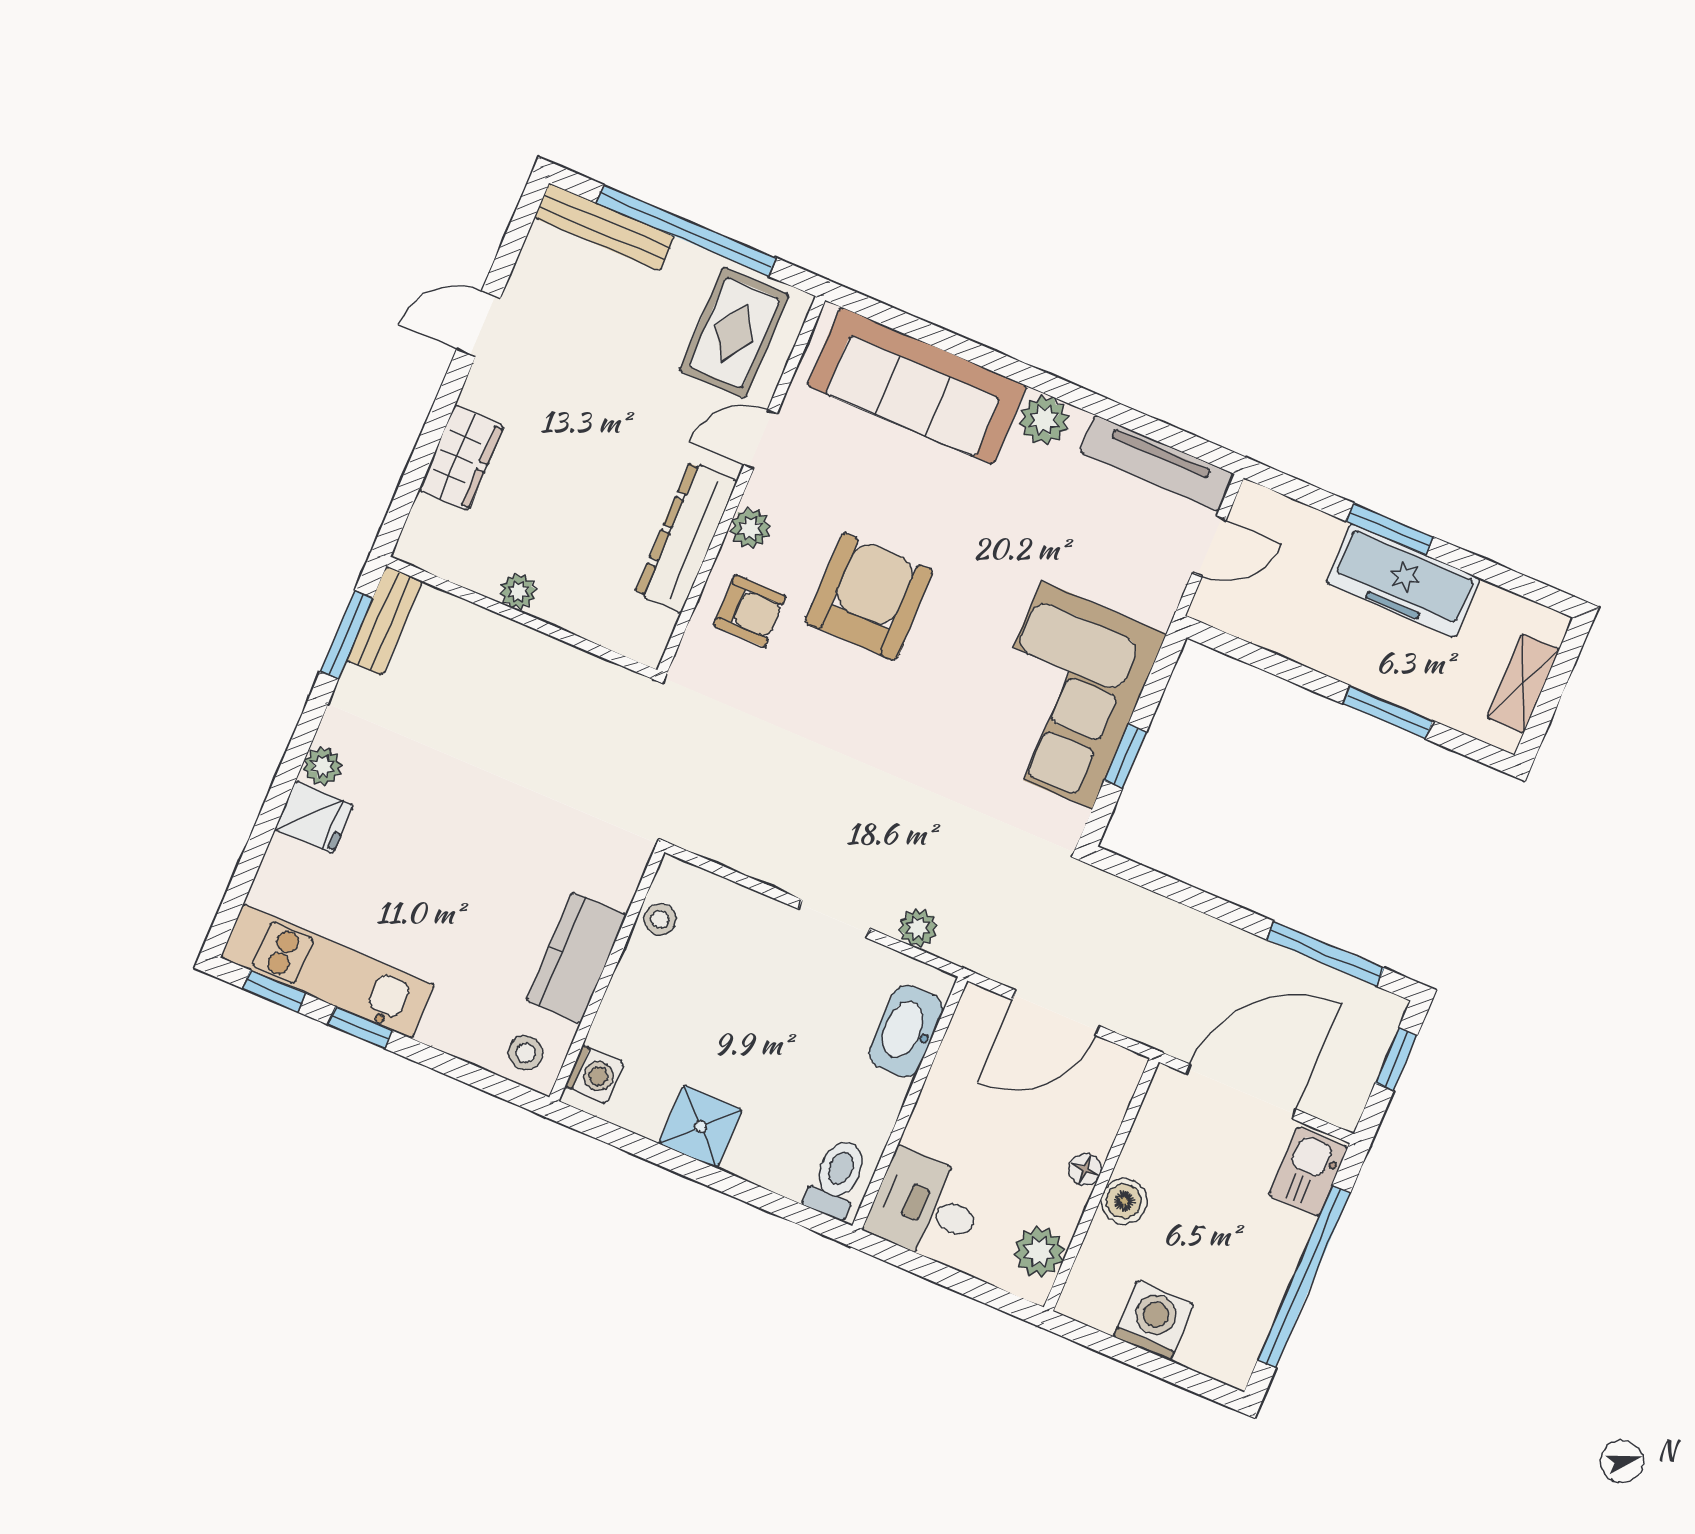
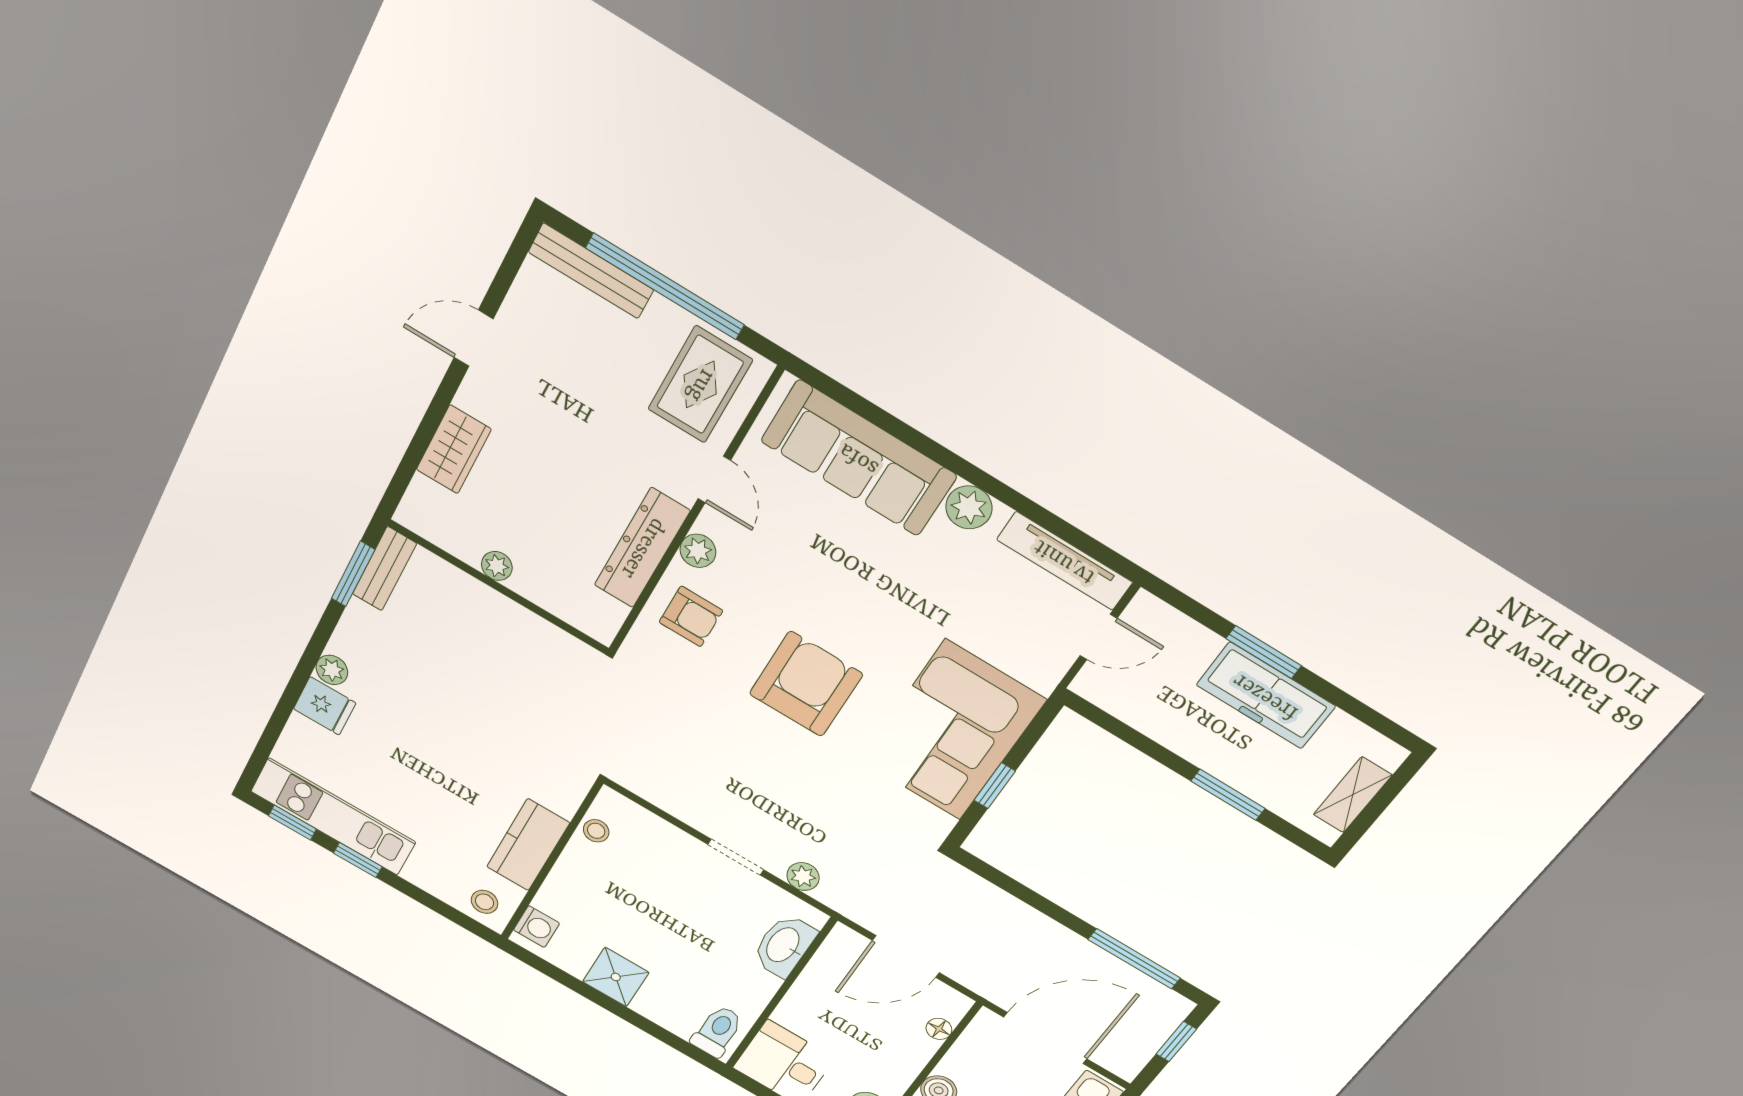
door: (761, 439) -> (714, 479), swing flipped
armchair: (869, 597) -> (806, 684), moved
floor lamp: (1085, 1170) -> (939, 1029), moved

